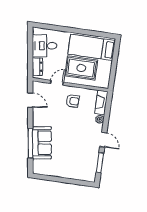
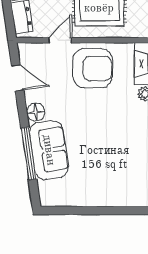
armchair: (73, 101) -> (93, 68), width x1.88, depth x1.88
floor lamp: (38, 121) -> (36, 112), added

